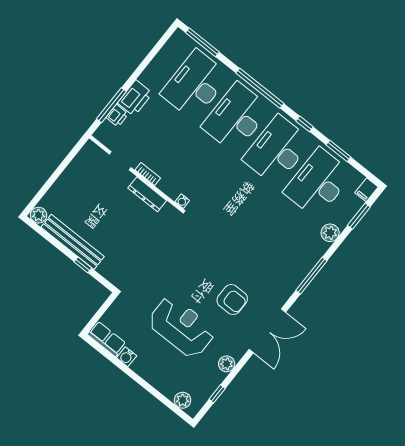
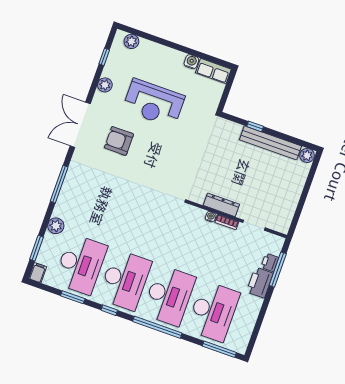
water cooler: (182, 201) -> (211, 217), moved

